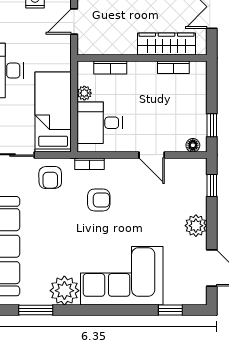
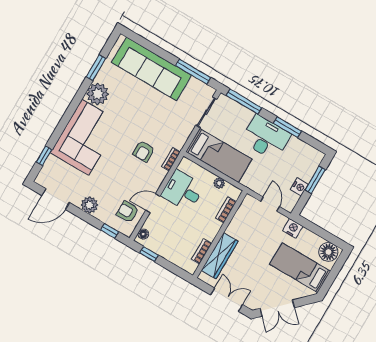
desk: (100, 123) -> (183, 191), moved, turned -90
armchair: (50, 177) -> (128, 212), moved

